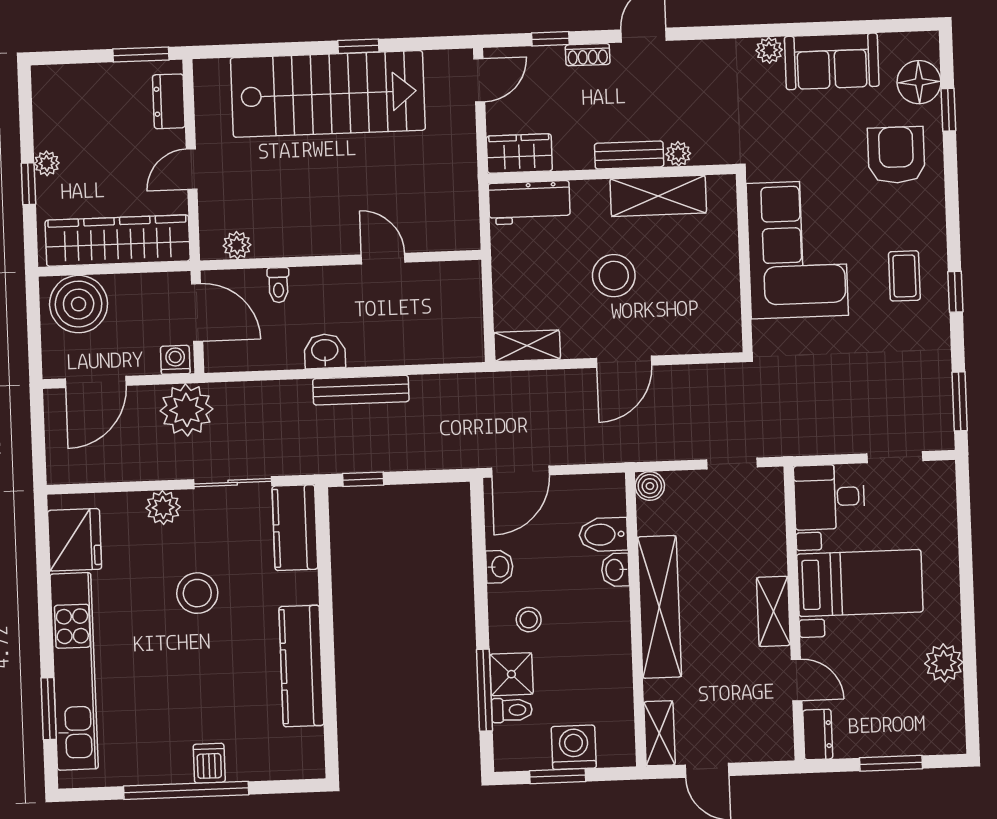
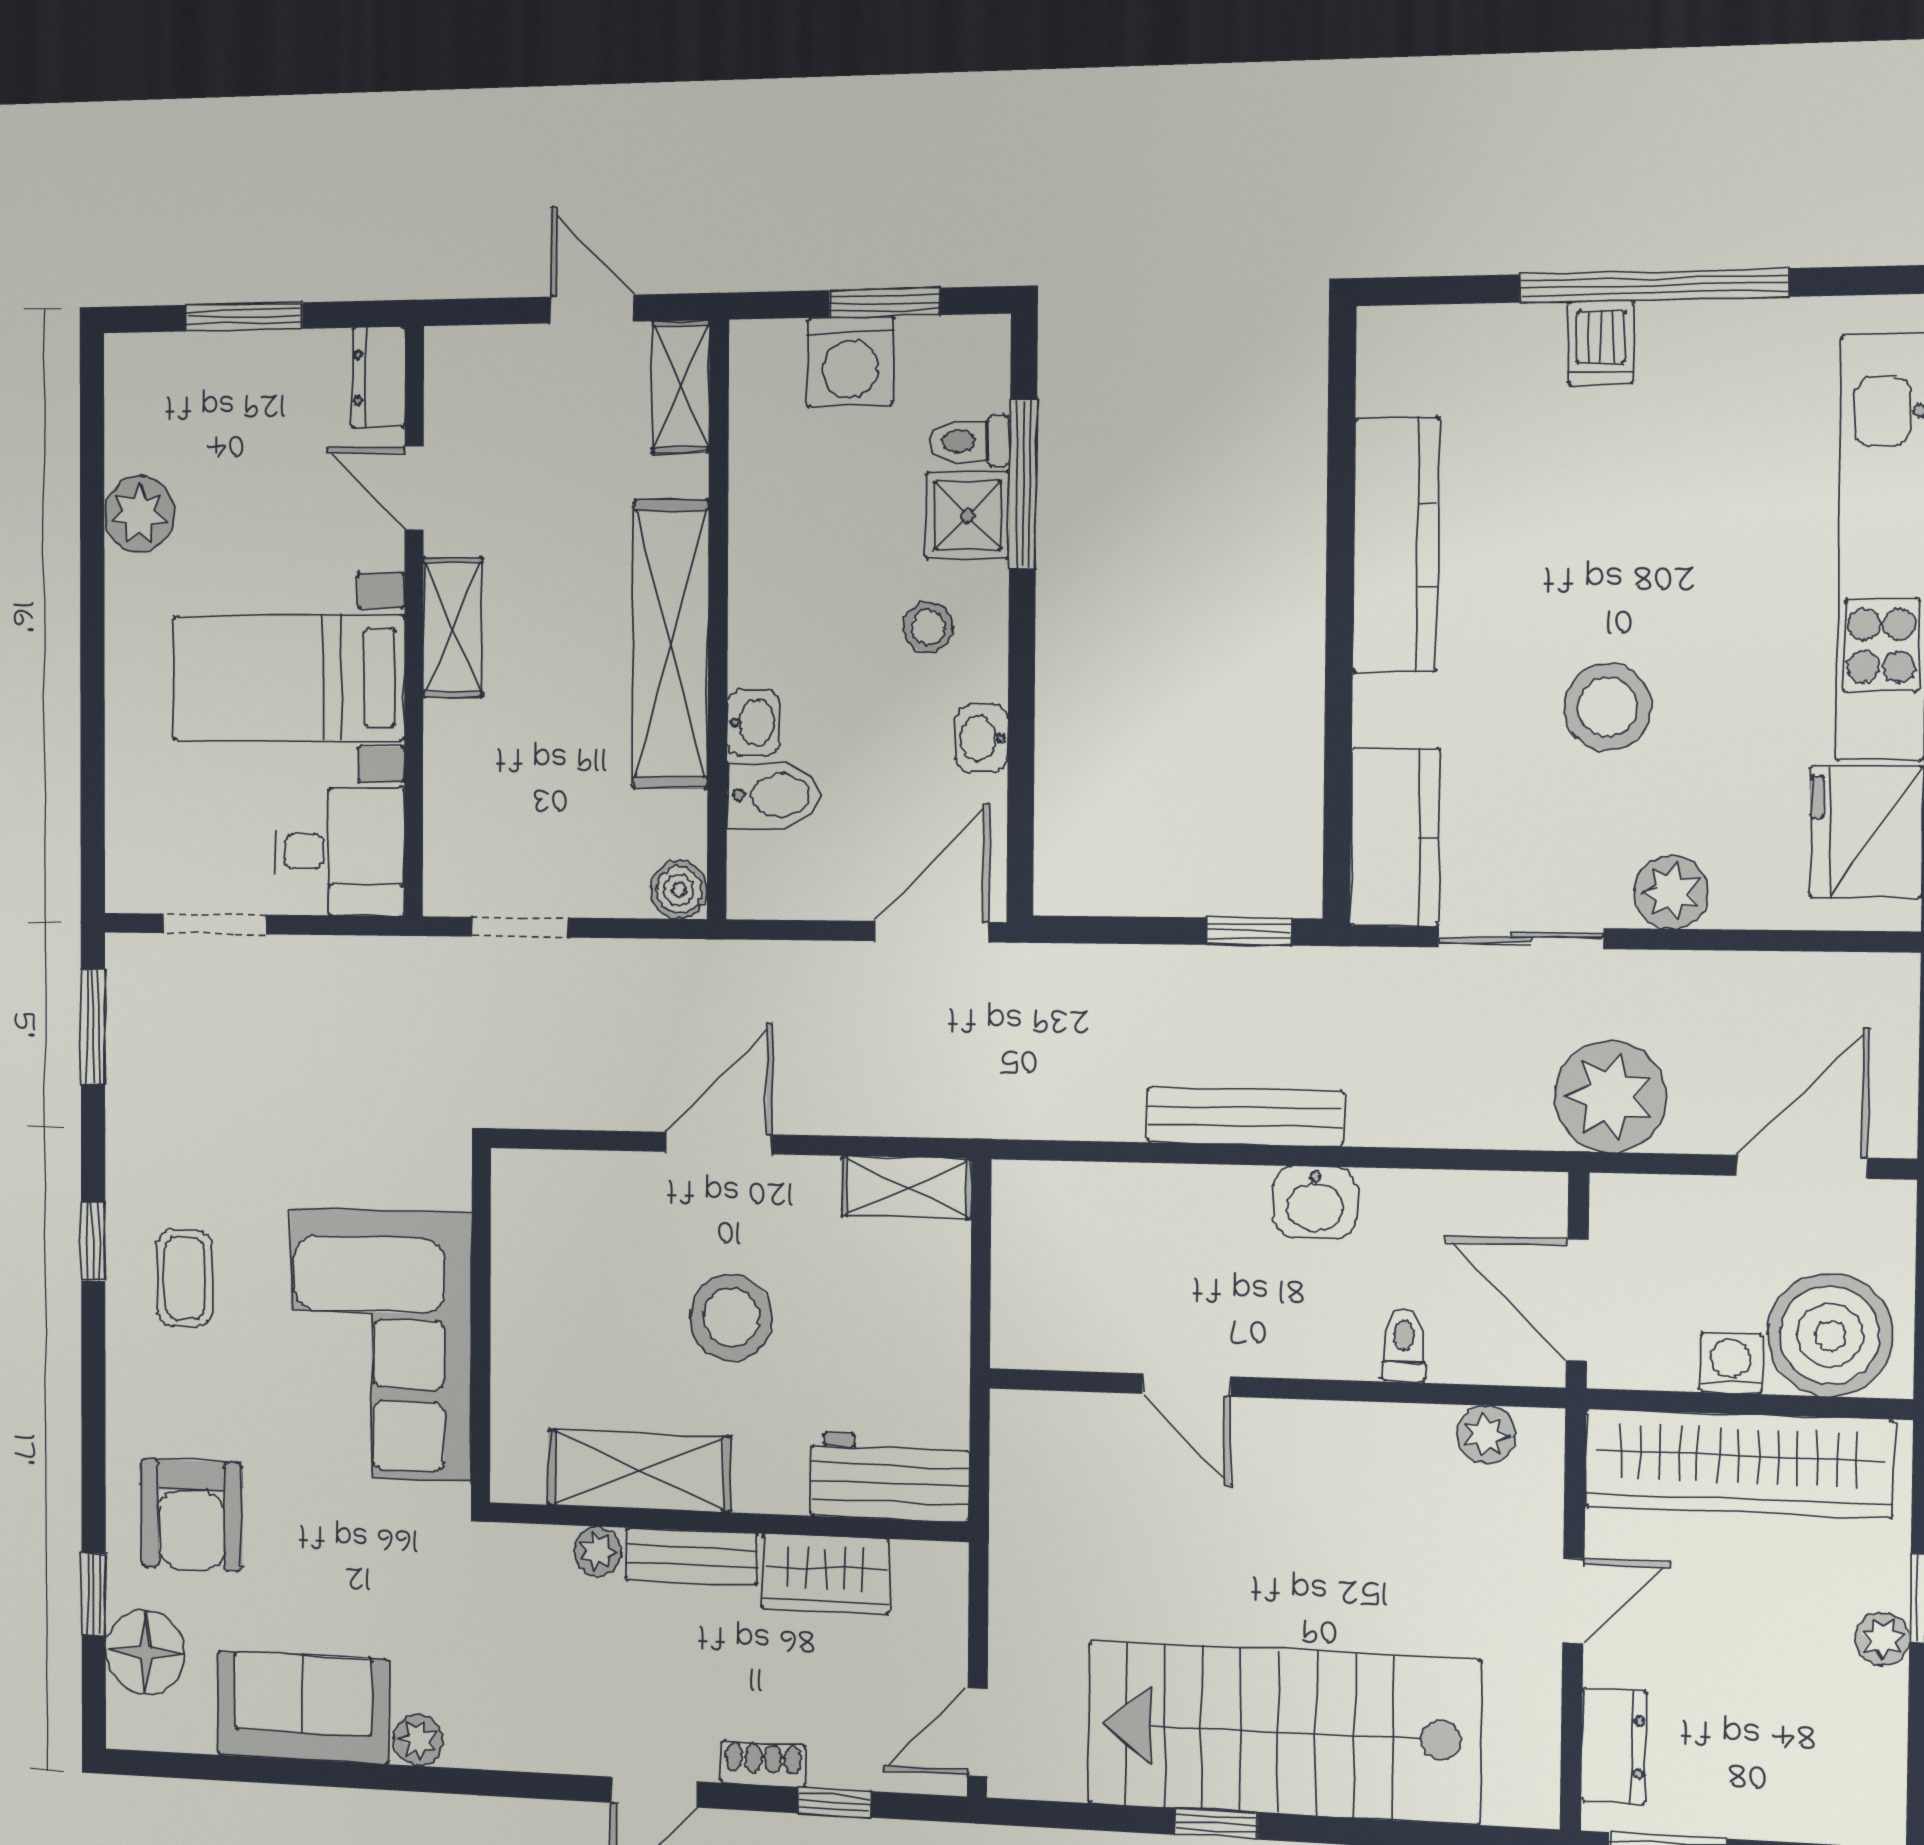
wardrobe: (519, 154) -> (825, 1574), moved
washing machine: (175, 360) -> (1731, 1363), moved, turned 180

